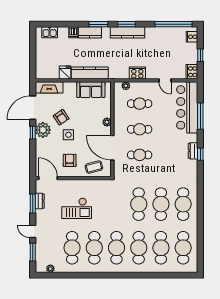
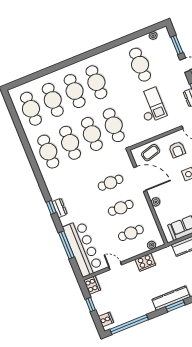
checkout: (77, 208) -> (151, 105), turned 90
cafe table: (94, 248) -> (114, 125), moved

